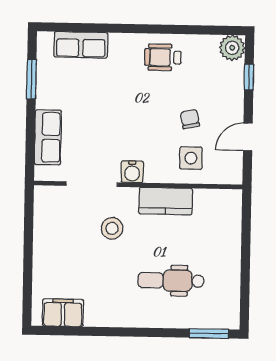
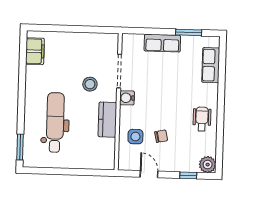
row of seats: (48, 137) -> (162, 43), moved
dental chair: (171, 281) -> (55, 122), width x1.36, depth x1.38

